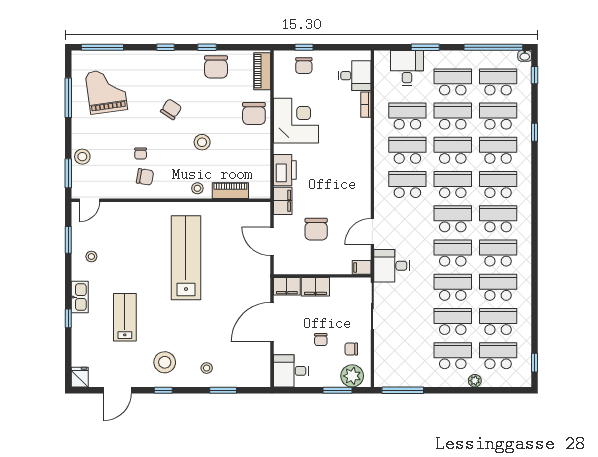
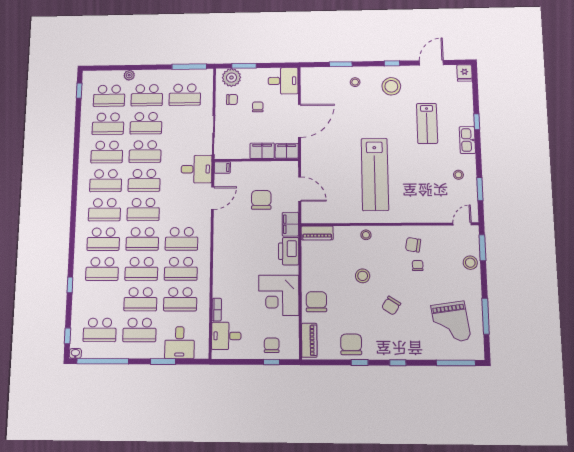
school desk: (498, 116) -> (185, 95), moved
piano: (230, 191) -> (317, 233), moved

